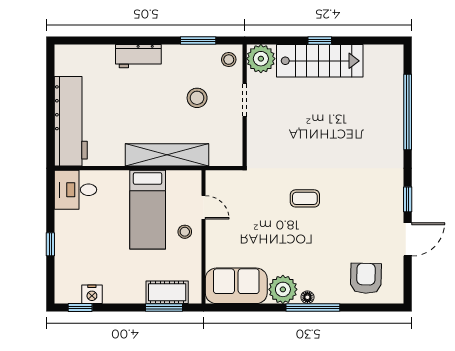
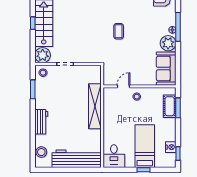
stool: (197, 98) -> (41, 152), moved
bed: (148, 210) -> (145, 146), moved, turned -90

